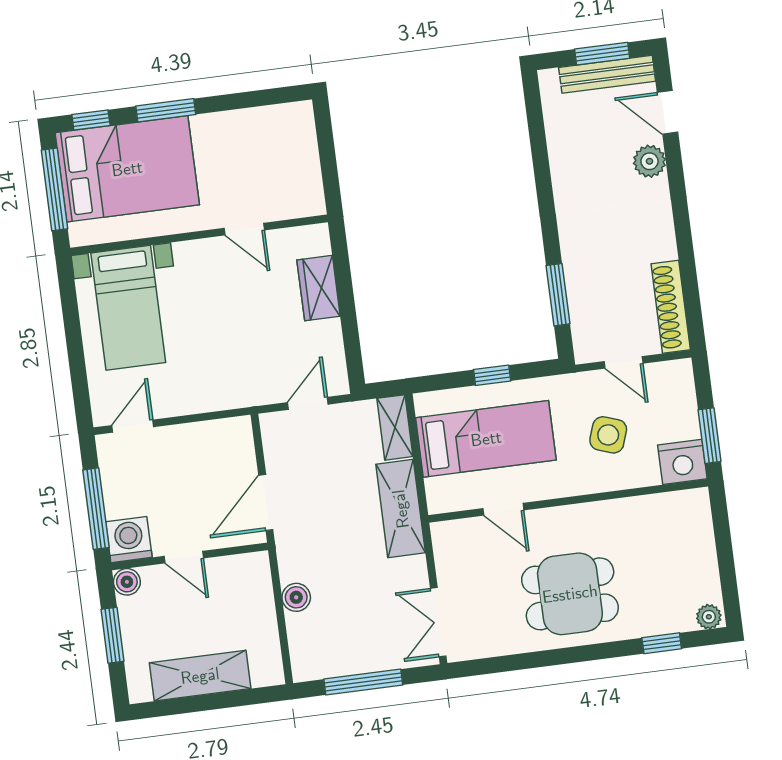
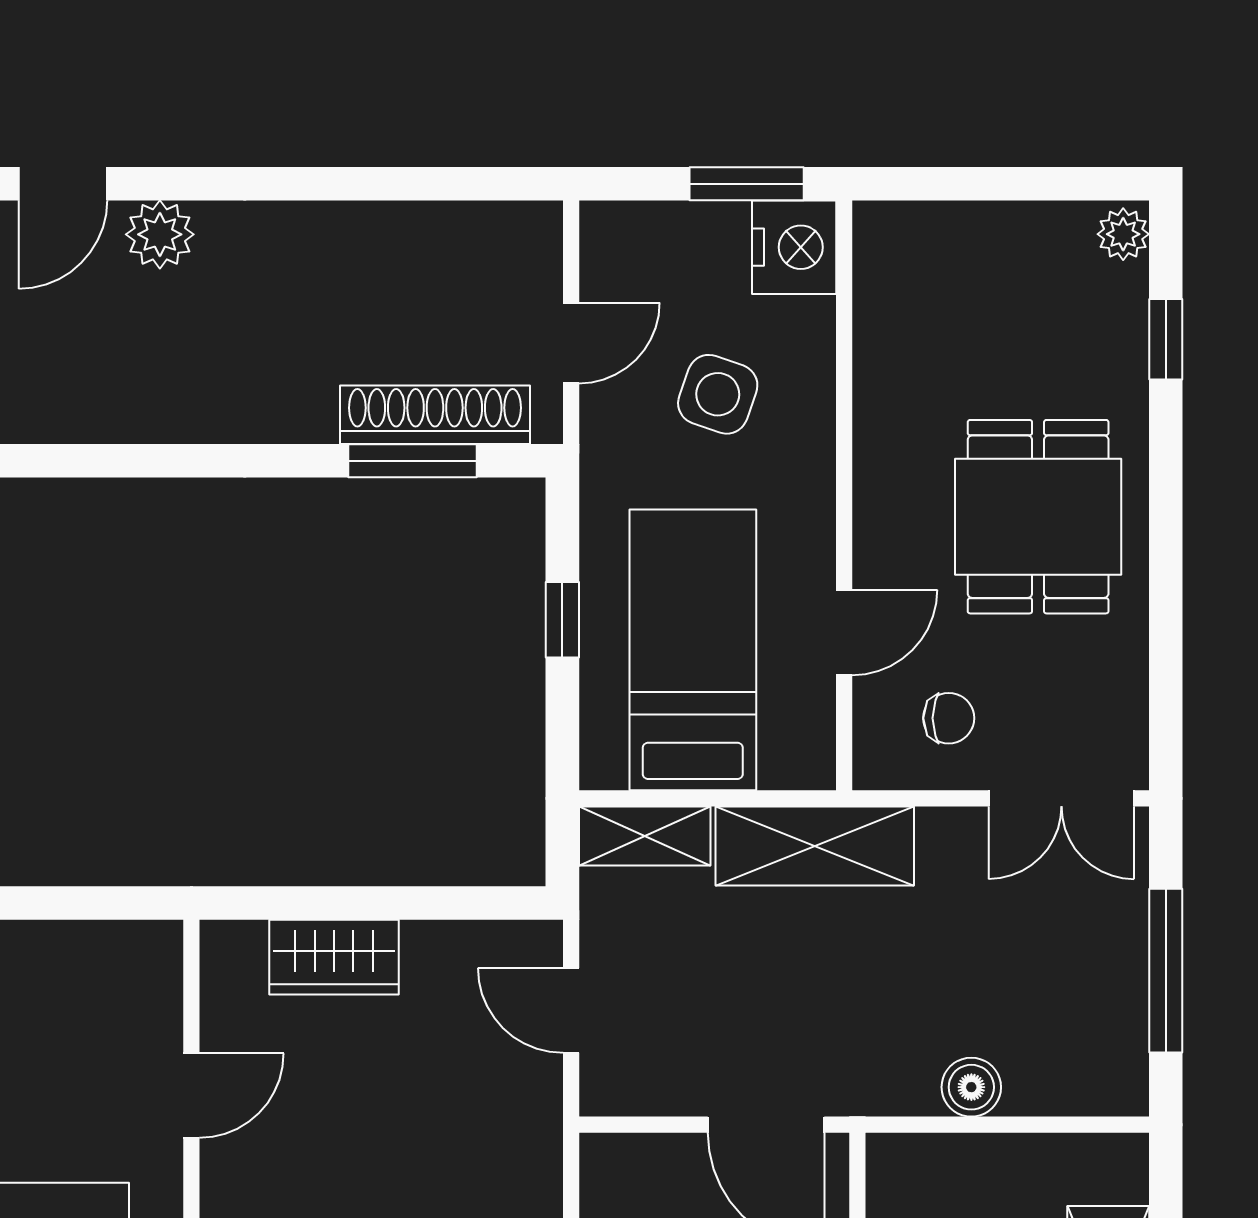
shoe rack: (671, 307) -> (435, 415), moved, turned 180
chair: (469, 564) -> (949, 718), added

